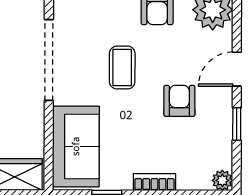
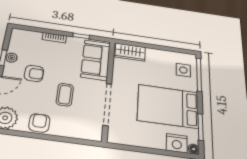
armchair: (179, 101) -> (34, 73), turned -90
plant: (222, 180) -> (11, 58), moved

